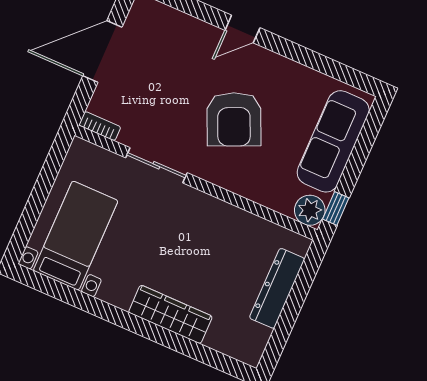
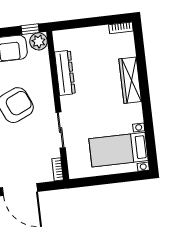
dresser: (277, 288) -> (65, 73), moved, turned -90
bookcase: (257, 347) -> (121, 28), added

